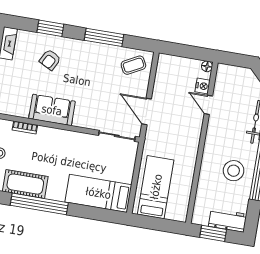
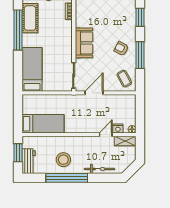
armchair: (50, 60) -> (121, 48), moved
shelving: (222, 79) -> (125, 141), added
sofa: (52, 110) -> (84, 43), moved
bed: (156, 187) -> (43, 124), moved

